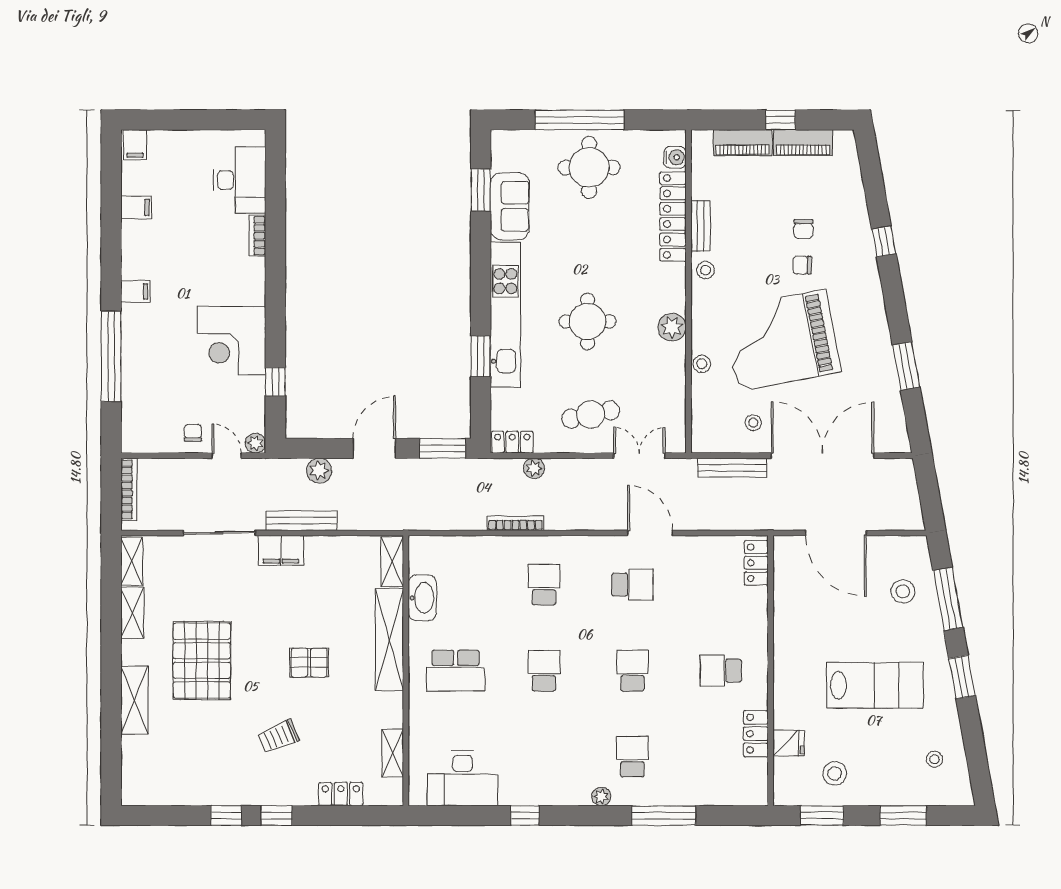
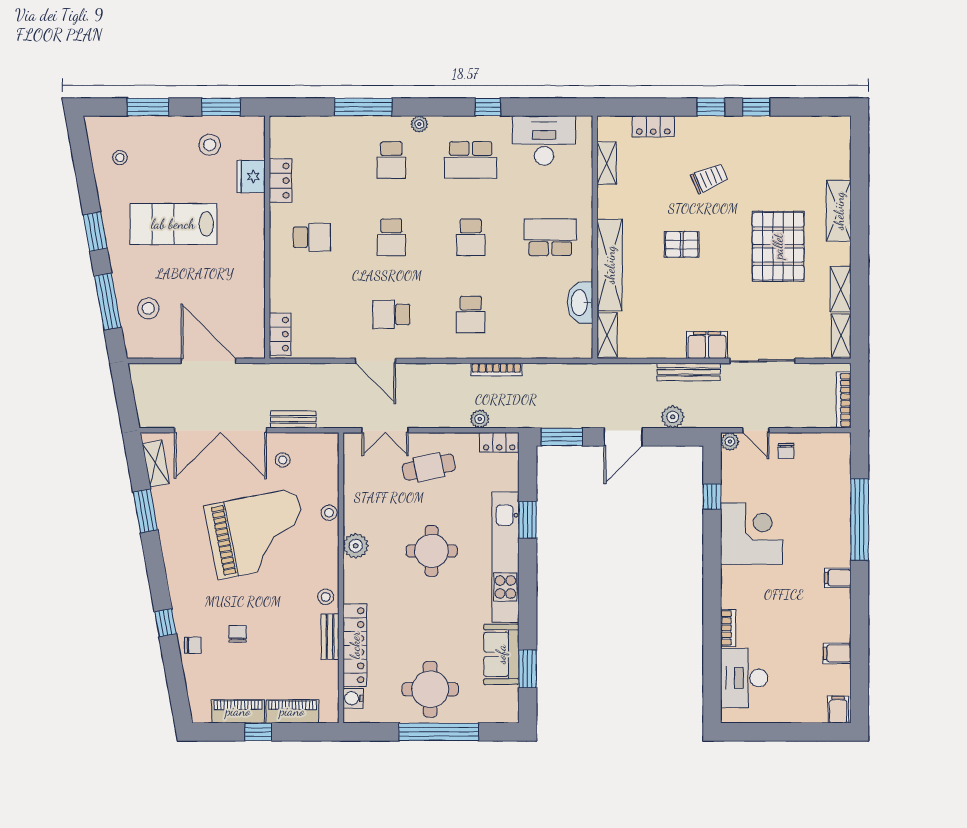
chair: (802, 265) -> (193, 645), moved
shelving: (895, 419) -> (156, 464), added
bench: (732, 468) -> (293, 419), width x0.73
fridge: (788, 743) -> (251, 177), width x1.38
school desk: (544, 757) -> (471, 160), added

